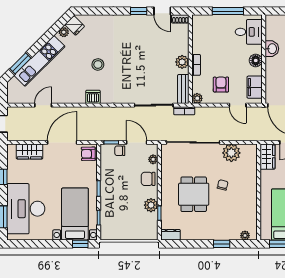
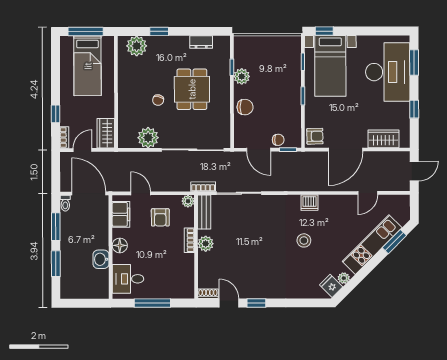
plant: (153, 159) -> (239, 130), removed
dresser: (170, 235) -> (201, 42), moved
plant: (245, 236) -> (137, 46), width x1.87, depth x1.87

